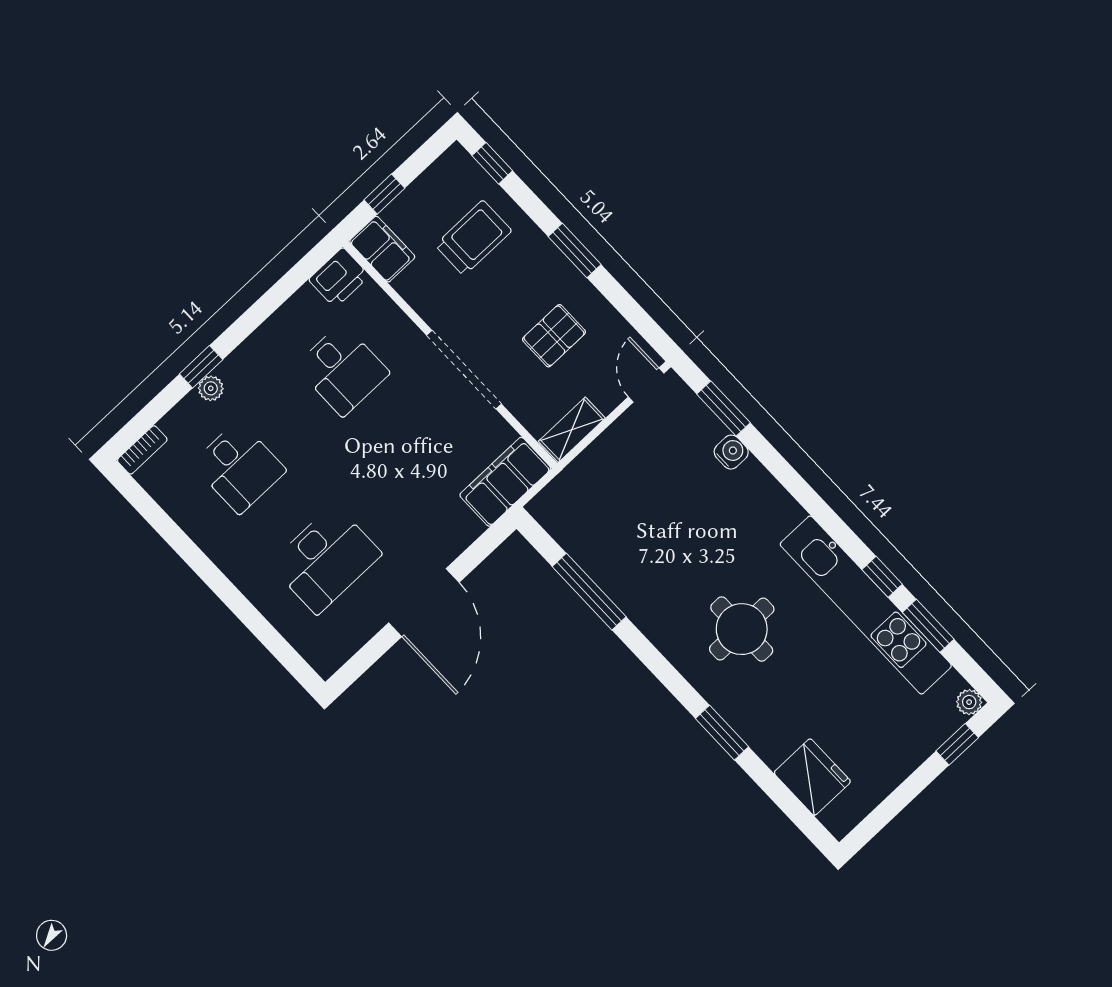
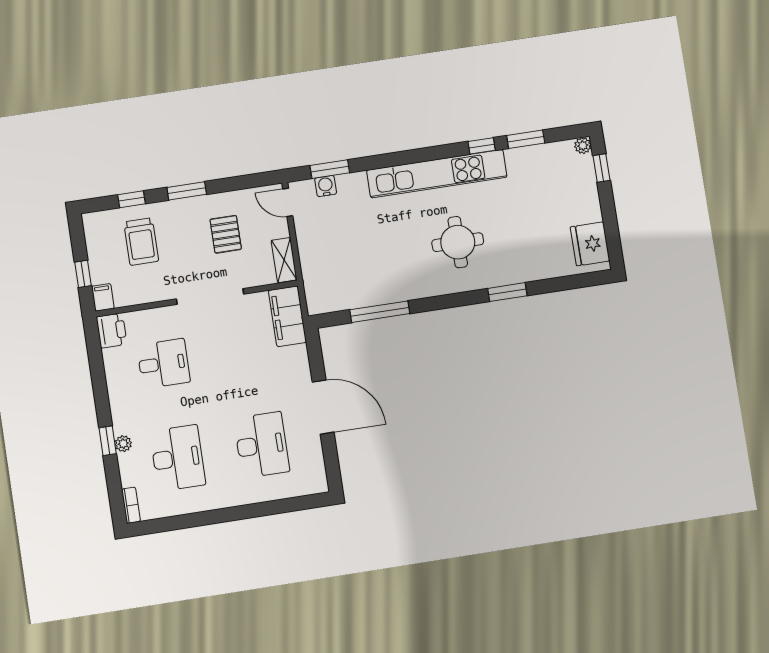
window: (492, 163) -> (131, 199), moved
trolley: (473, 238) -> (141, 242), turned 180
filing cabinet: (382, 249) -> (103, 297), width x0.50
water cooler: (731, 452) -> (326, 186), moved
desk: (239, 467) -> (178, 458), width x1.37
kitchen unit: (866, 605) -> (437, 174), moved
fridge: (812, 777) -> (590, 244), moved, turned -90

